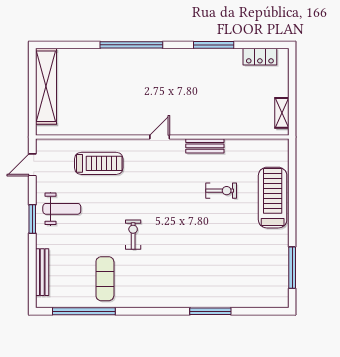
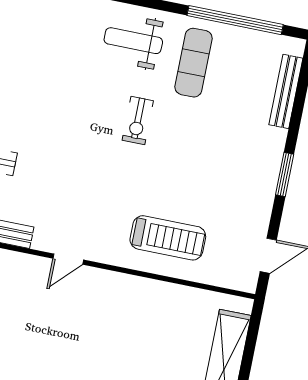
treadmill: (99, 163) -> (168, 238), turned 180
weight bench: (62, 209) -> (133, 41), moved

